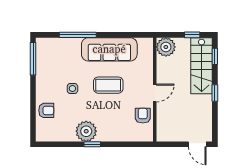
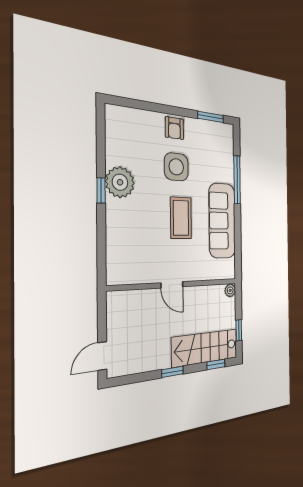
plant: (166, 47) -> (230, 290), width x0.53, depth x0.53
window: (33, 59) -> (211, 117), width x0.69
side table: (72, 89) -> (176, 167), width x1.87, depth x1.87
armchair: (46, 110) -> (174, 128), moved
armchair: (143, 116) -> (142, 268), removed

